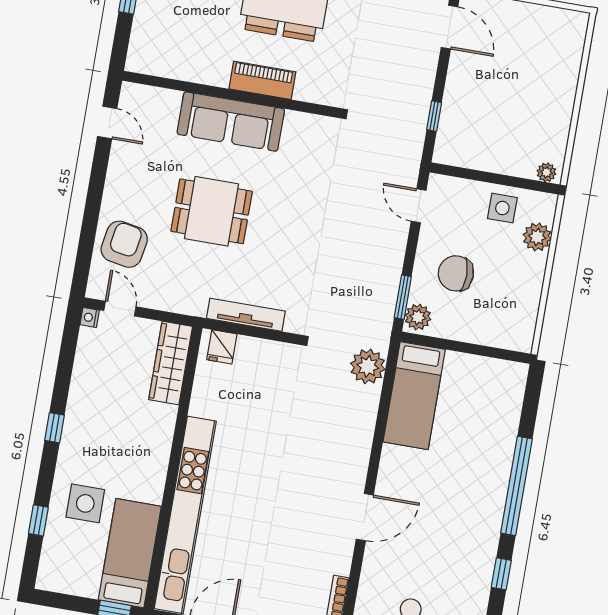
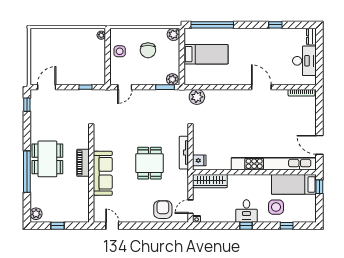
door: (107, 123) -> (112, 226), hinge flipped
dining table: (212, 211) -> (149, 163), moved
plant: (537, 237) -> (173, 34), moved
armchair: (124, 244) -> (163, 210), turned 80
chair: (456, 273) -> (148, 50), moved
bed: (414, 396) -> (206, 54), moved
desk: (88, 434) -> (246, 211), added
window: (516, 486) -> (212, 25), moved

